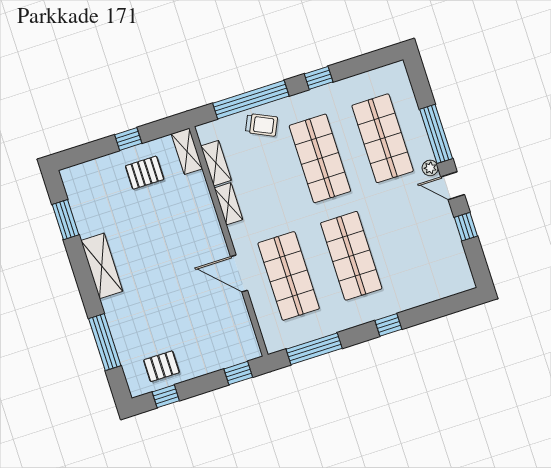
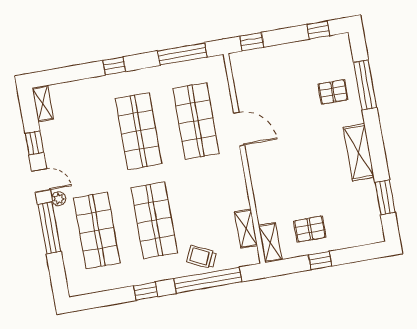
shelving: (228, 204) -> (43, 104), moved
pallet: (162, 366) -> (333, 92), moved

